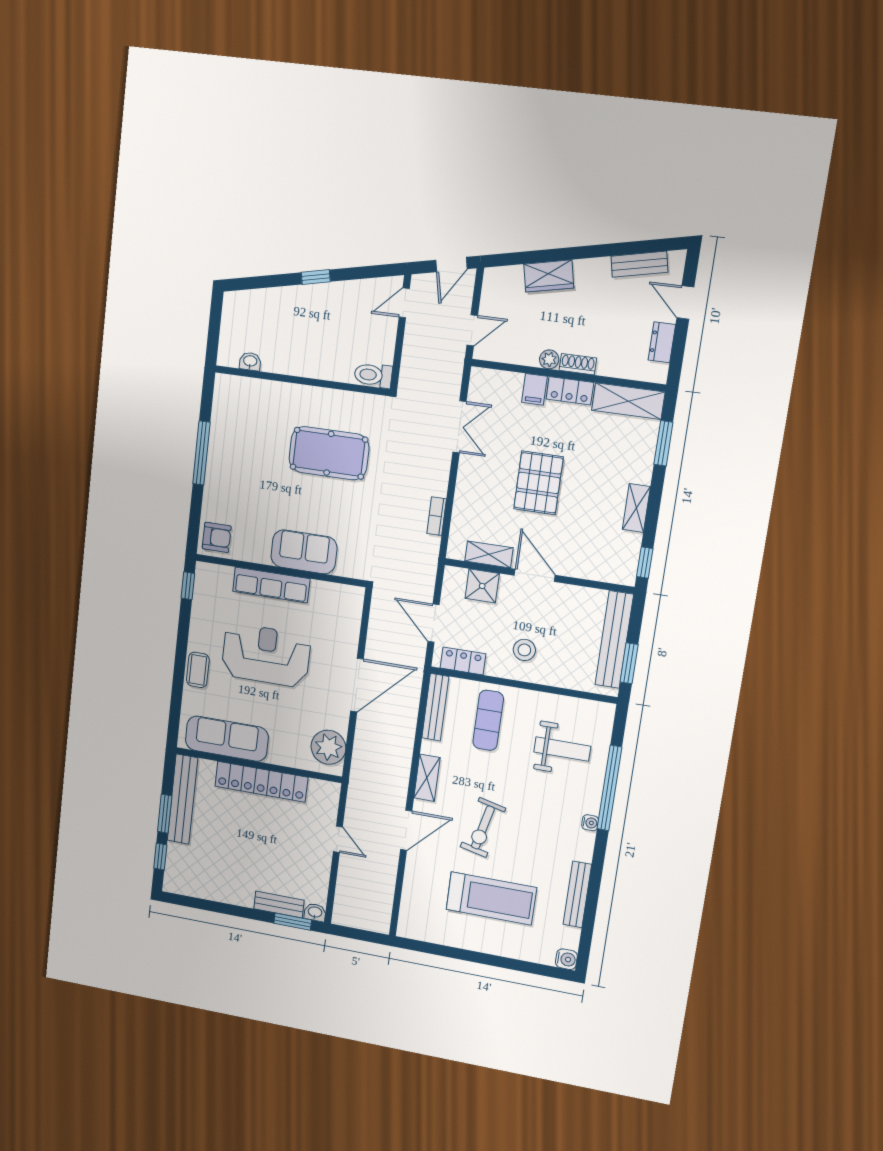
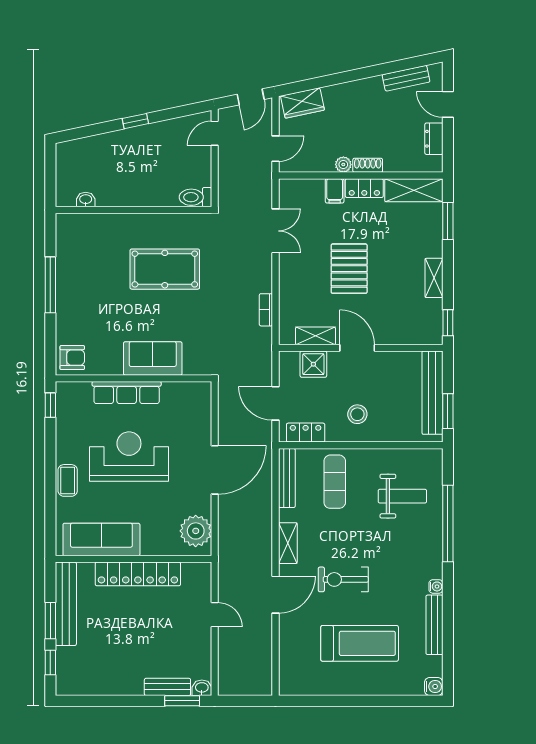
wardrobe: (549, 276) -> (302, 103), moved
water cooler: (590, 823) -> (436, 586), moved
exercise bike: (483, 828) -> (343, 579), turned 77

